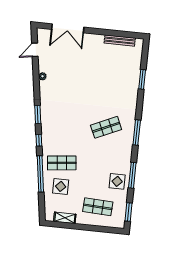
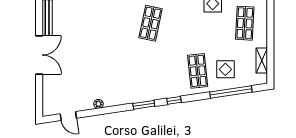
double door: (68, 28) -> (39, 55), moved
shop shelf: (106, 127) -> (151, 23), turned 36
window: (40, 174) -> (231, 92), moved

